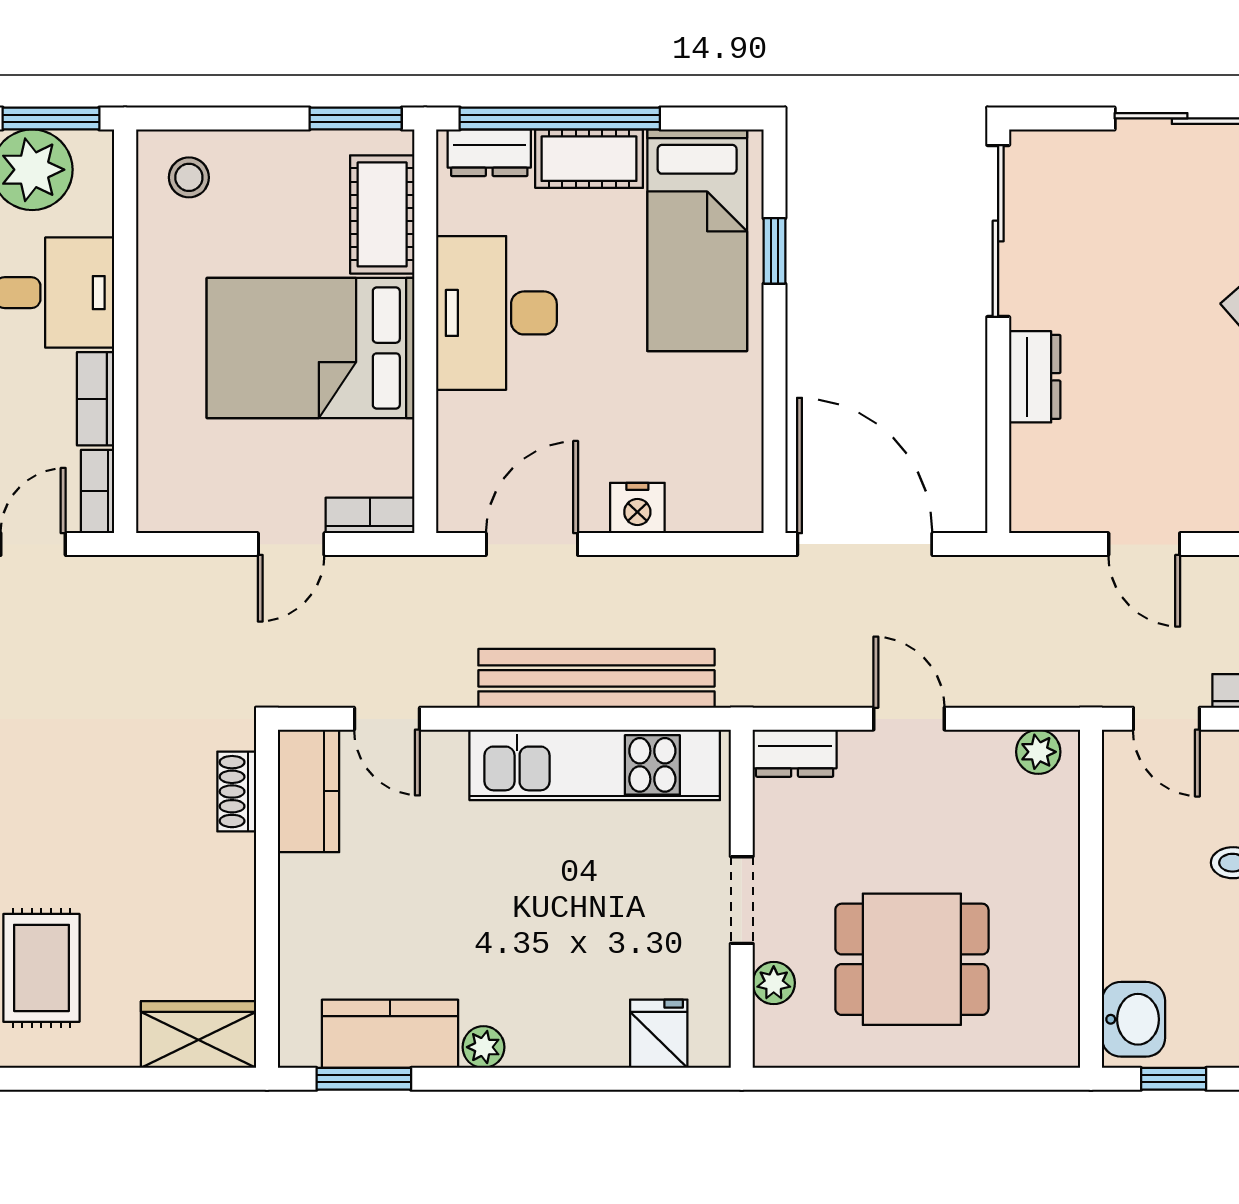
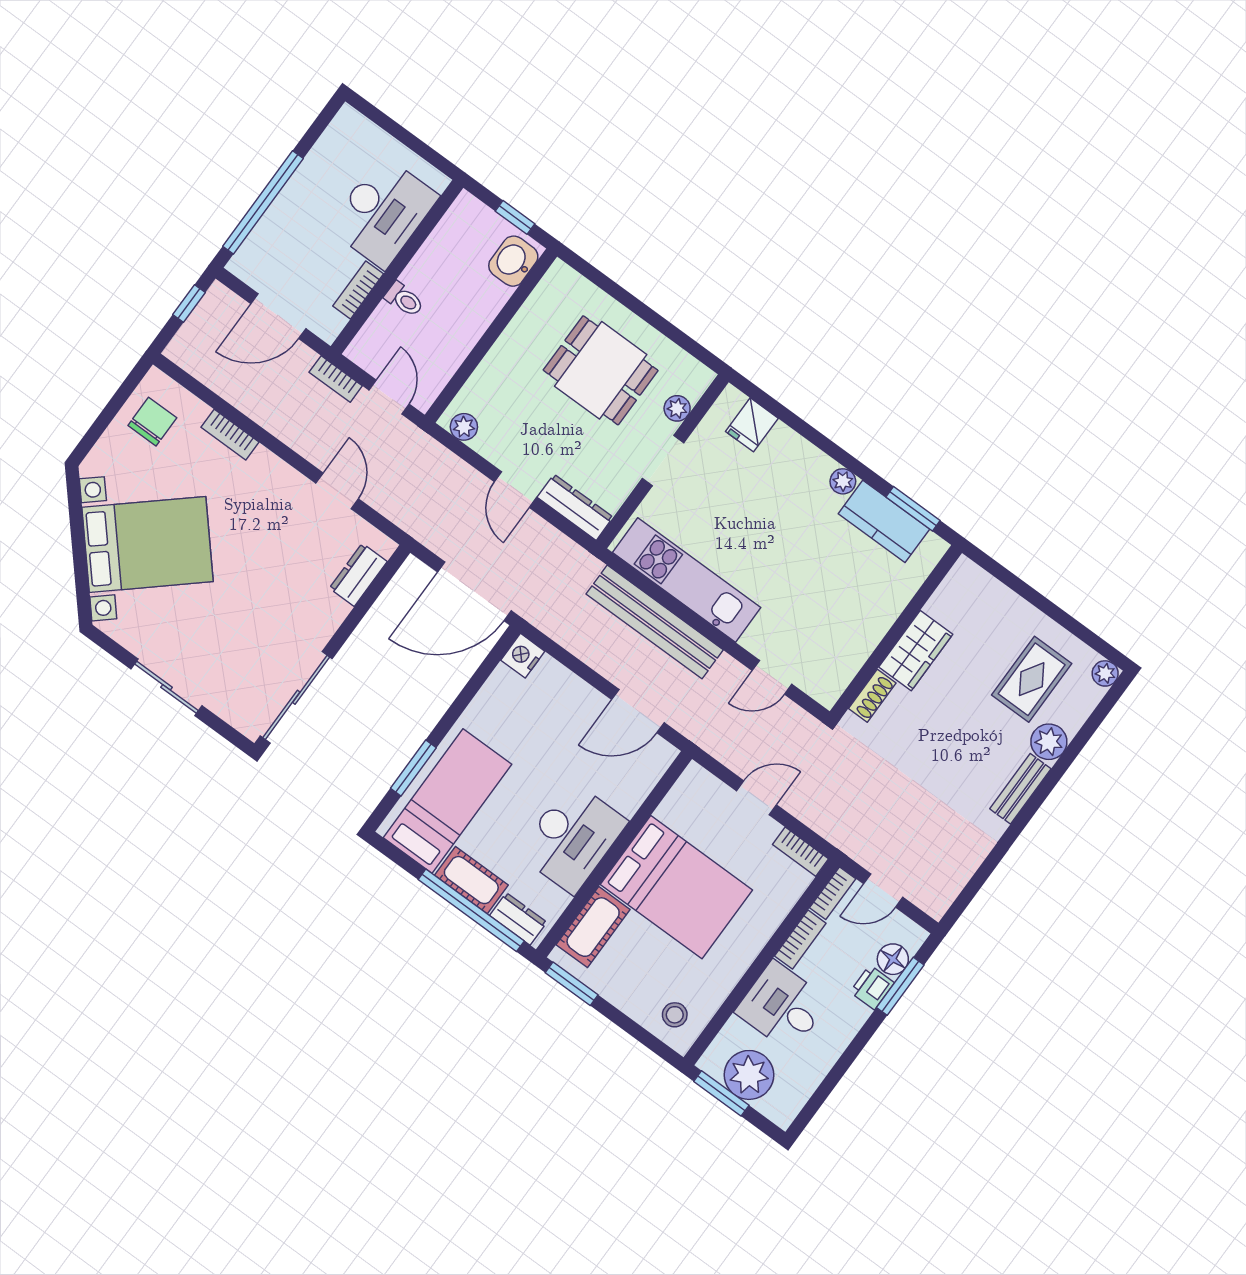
window: (774, 251) -> (413, 768), width x1.50
dresser: (1035, 377) -> (358, 575), moved
nightstand: (637, 508) -> (523, 656), moved, turned -90
bookcase: (370, 515) -> (800, 852), moved
door: (865, 544) -> (474, 591), hinge flipped
door: (387, 719) -> (772, 677), swing flipped
dresser: (795, 753) -> (575, 507), width x1.44
kitchen counter: (309, 791) -> (837, 670), removed
wardrobe: (199, 1035) -> (916, 651), moved, turned -90

